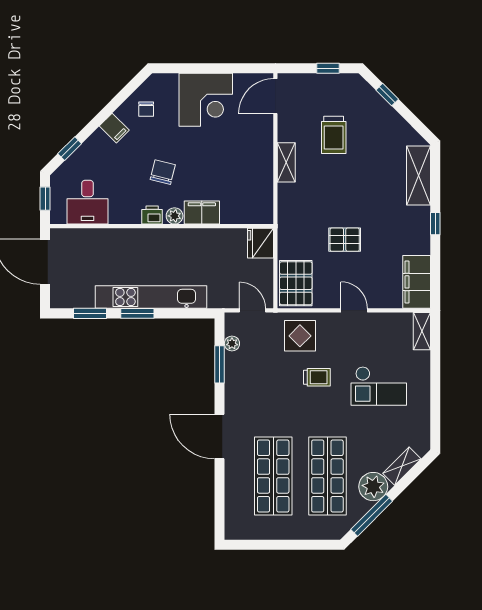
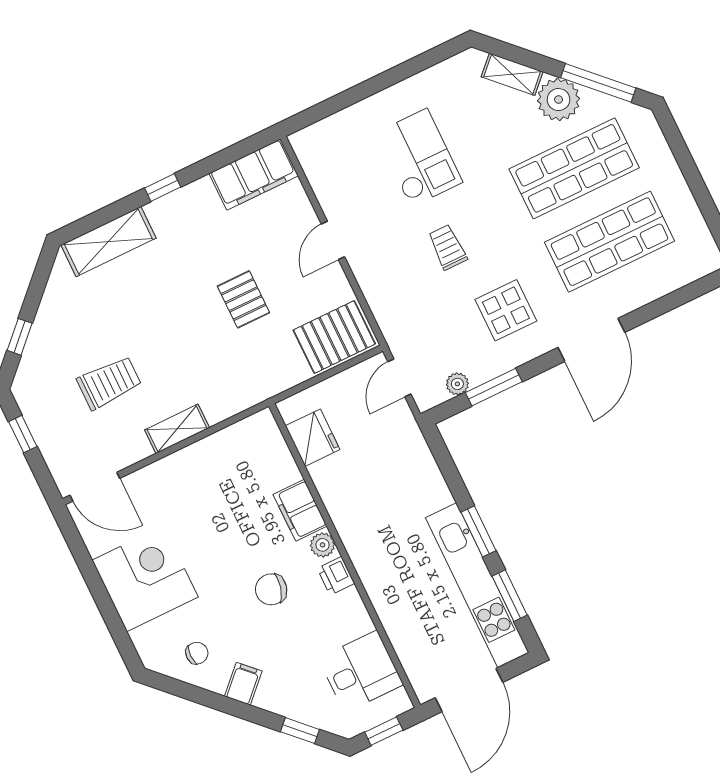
fridge: (260, 243) -> (313, 438), moved, turned -90
kitchen unit: (151, 297) -> (477, 585), moved
shelving: (422, 331) -> (317, 135), removed
display table: (300, 336) -> (506, 310), moved

